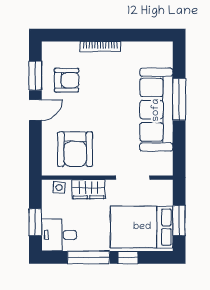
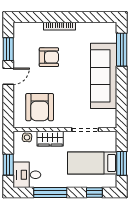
armchair: (67, 80) -> (49, 57), moved
window: (179, 99) -> (122, 50), moved
bed: (142, 227) -> (92, 163), width x0.67
window: (128, 257) -> (94, 193), moved

